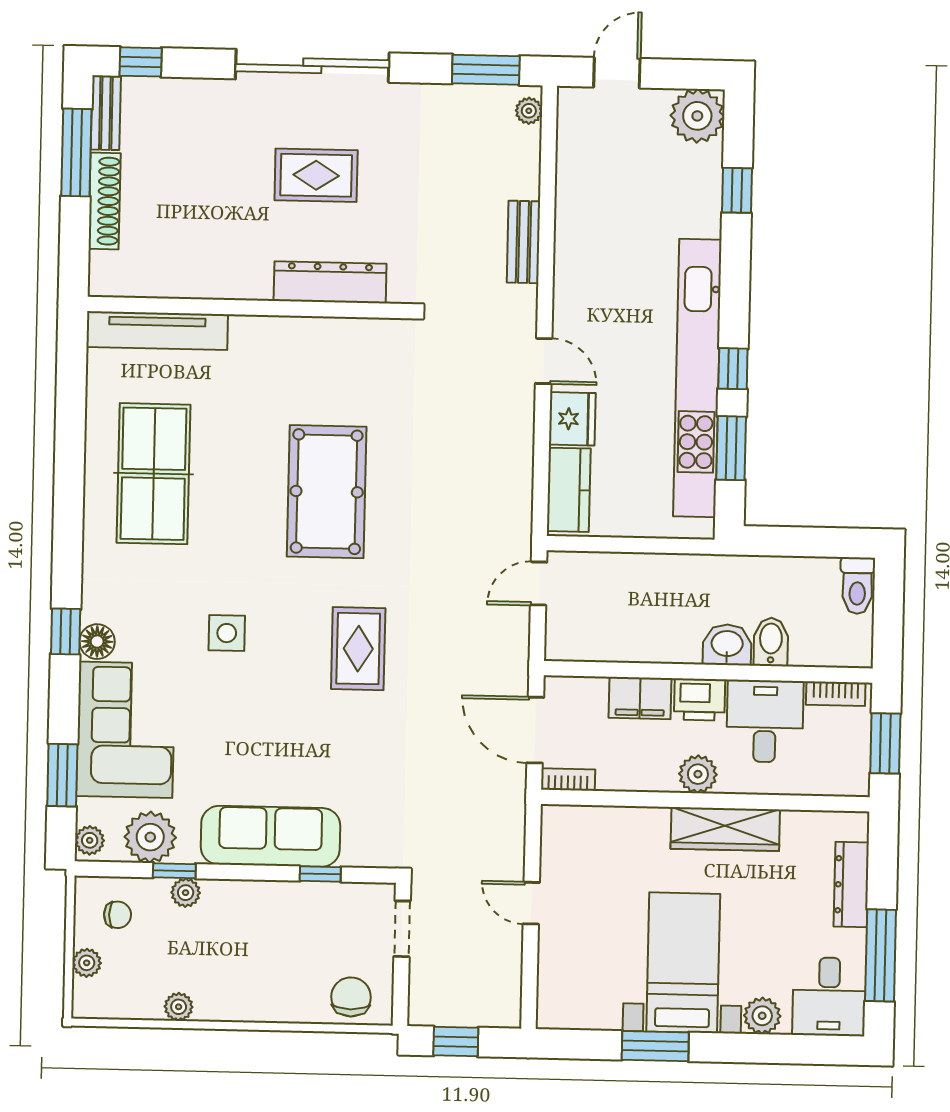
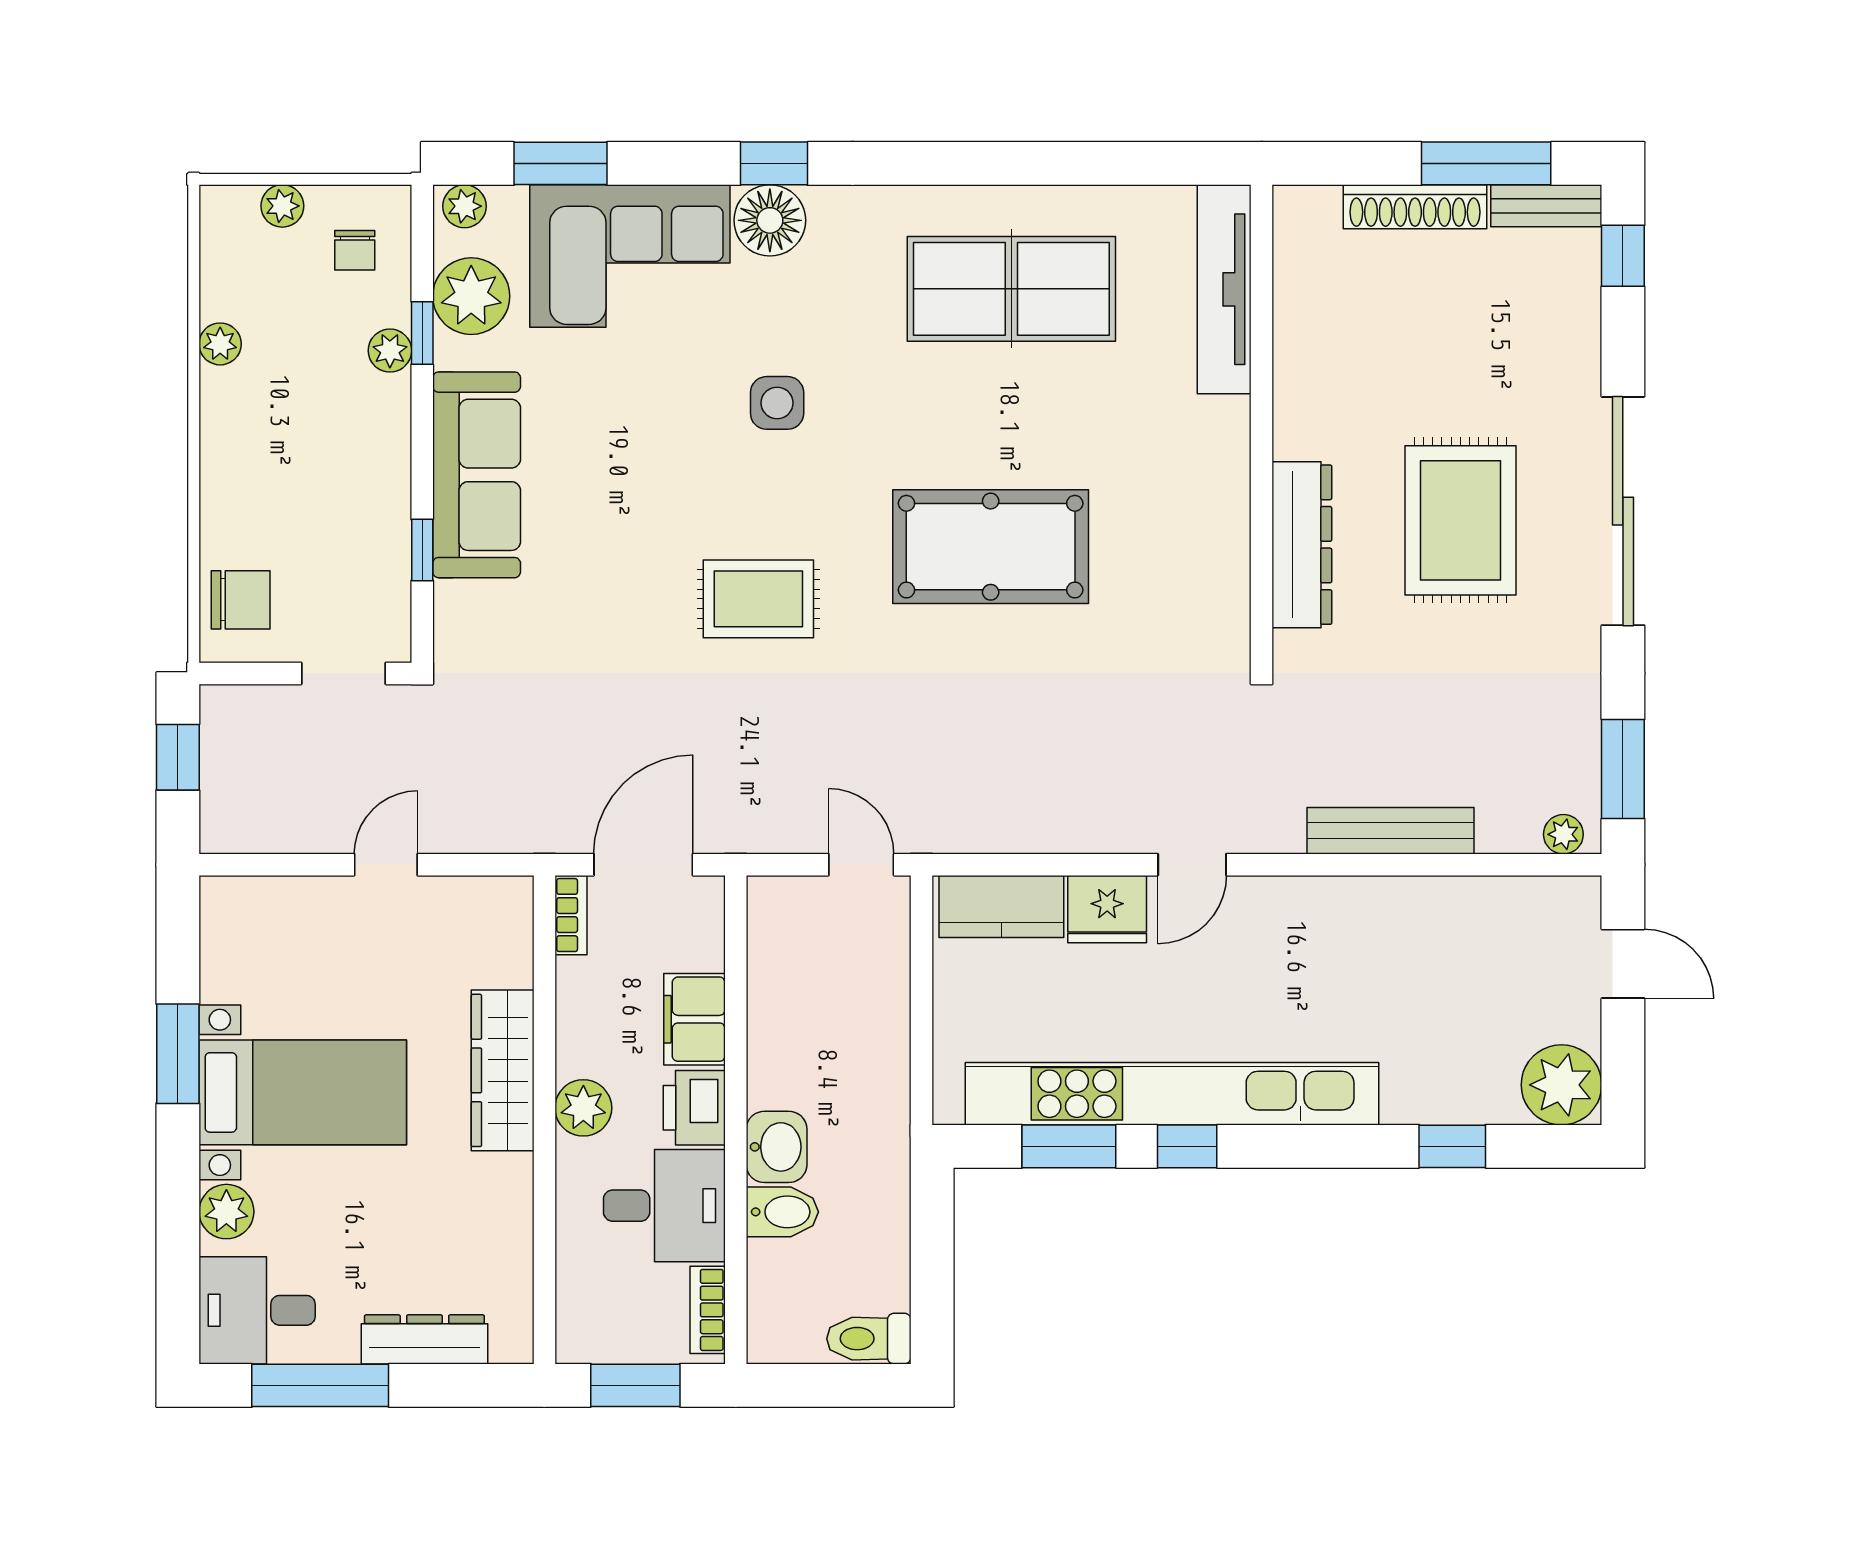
rug: (316, 175) -> (1460, 520), width x1.36, depth x1.43
bench: (523, 242) -> (1390, 831), width x1.36
floor lamp: (97, 642) -> (770, 220), width x1.38, depth x1.38
wardrobe: (725, 829) -> (503, 1070), moved

